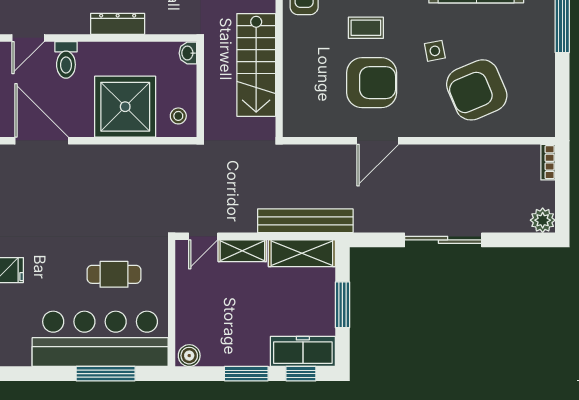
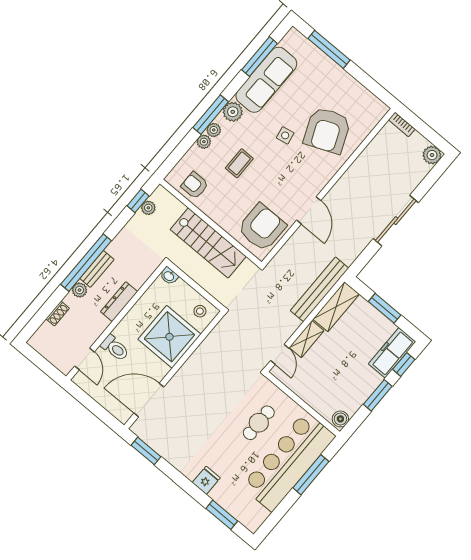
armchair: (372, 83) -> (262, 227), moved

